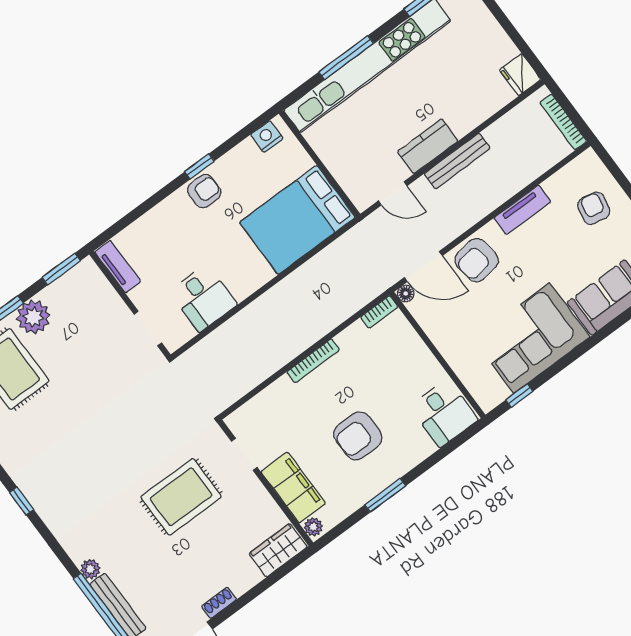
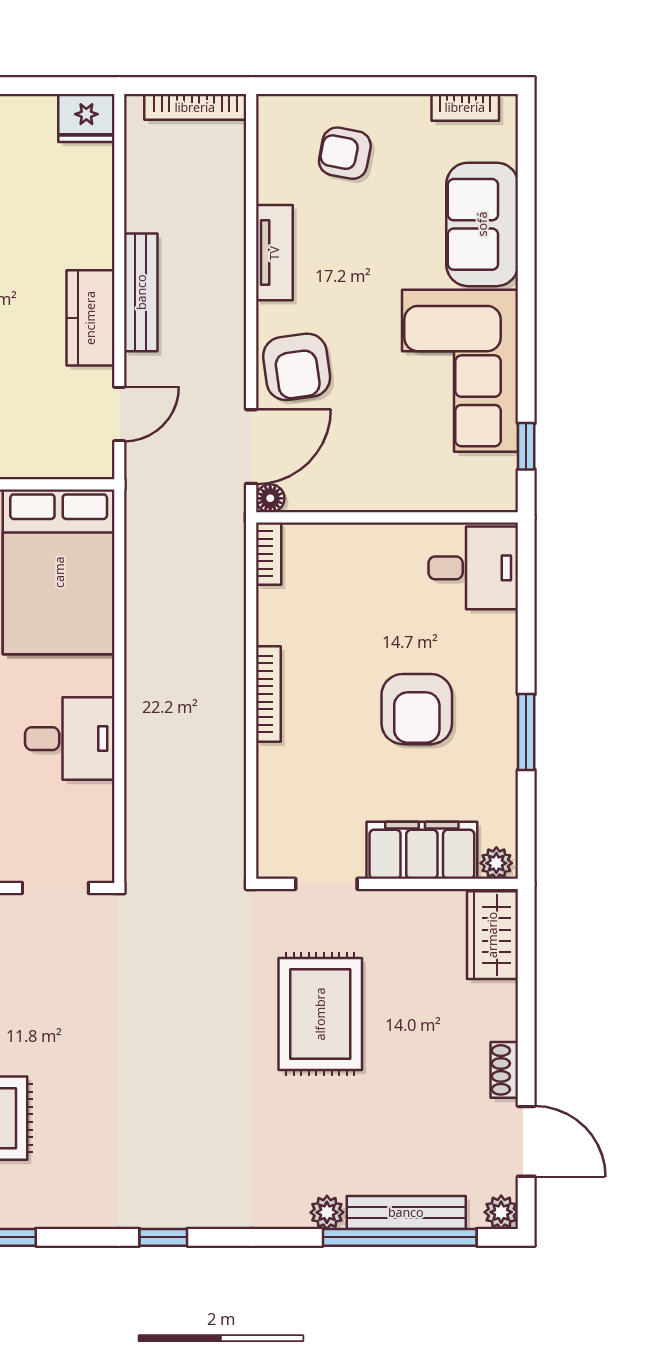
desk: (203, 298) -> (70, 739), moved

